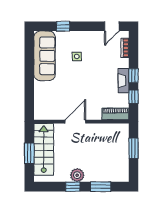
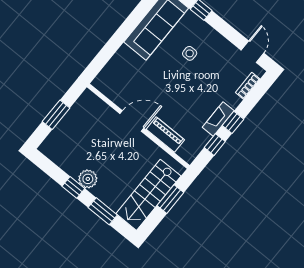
door: (112, 26) -> (253, 52), swing flipped
piano: (115, 114) -> (165, 135), moved
stairs: (44, 149) -> (148, 195), moved, turned 180

